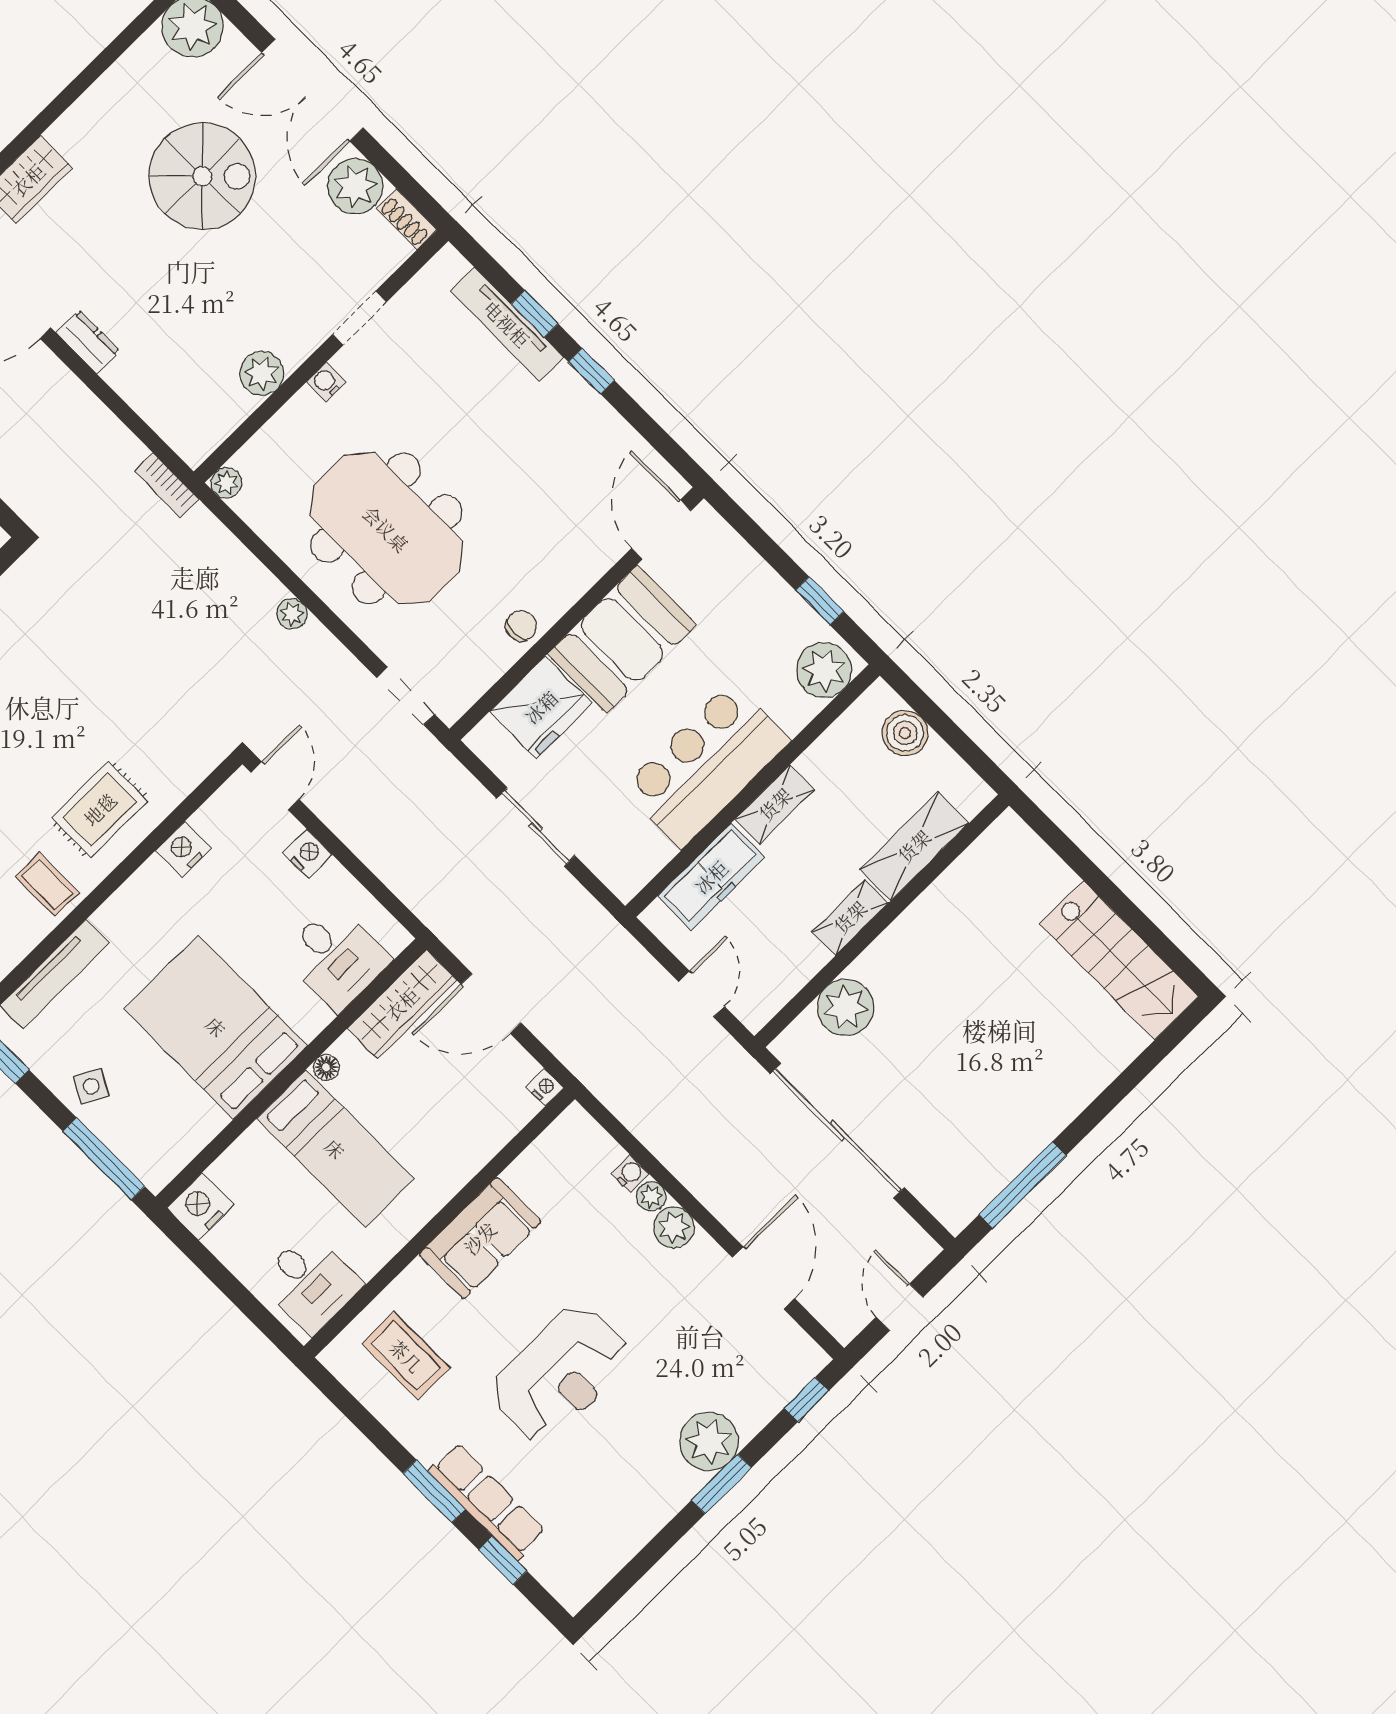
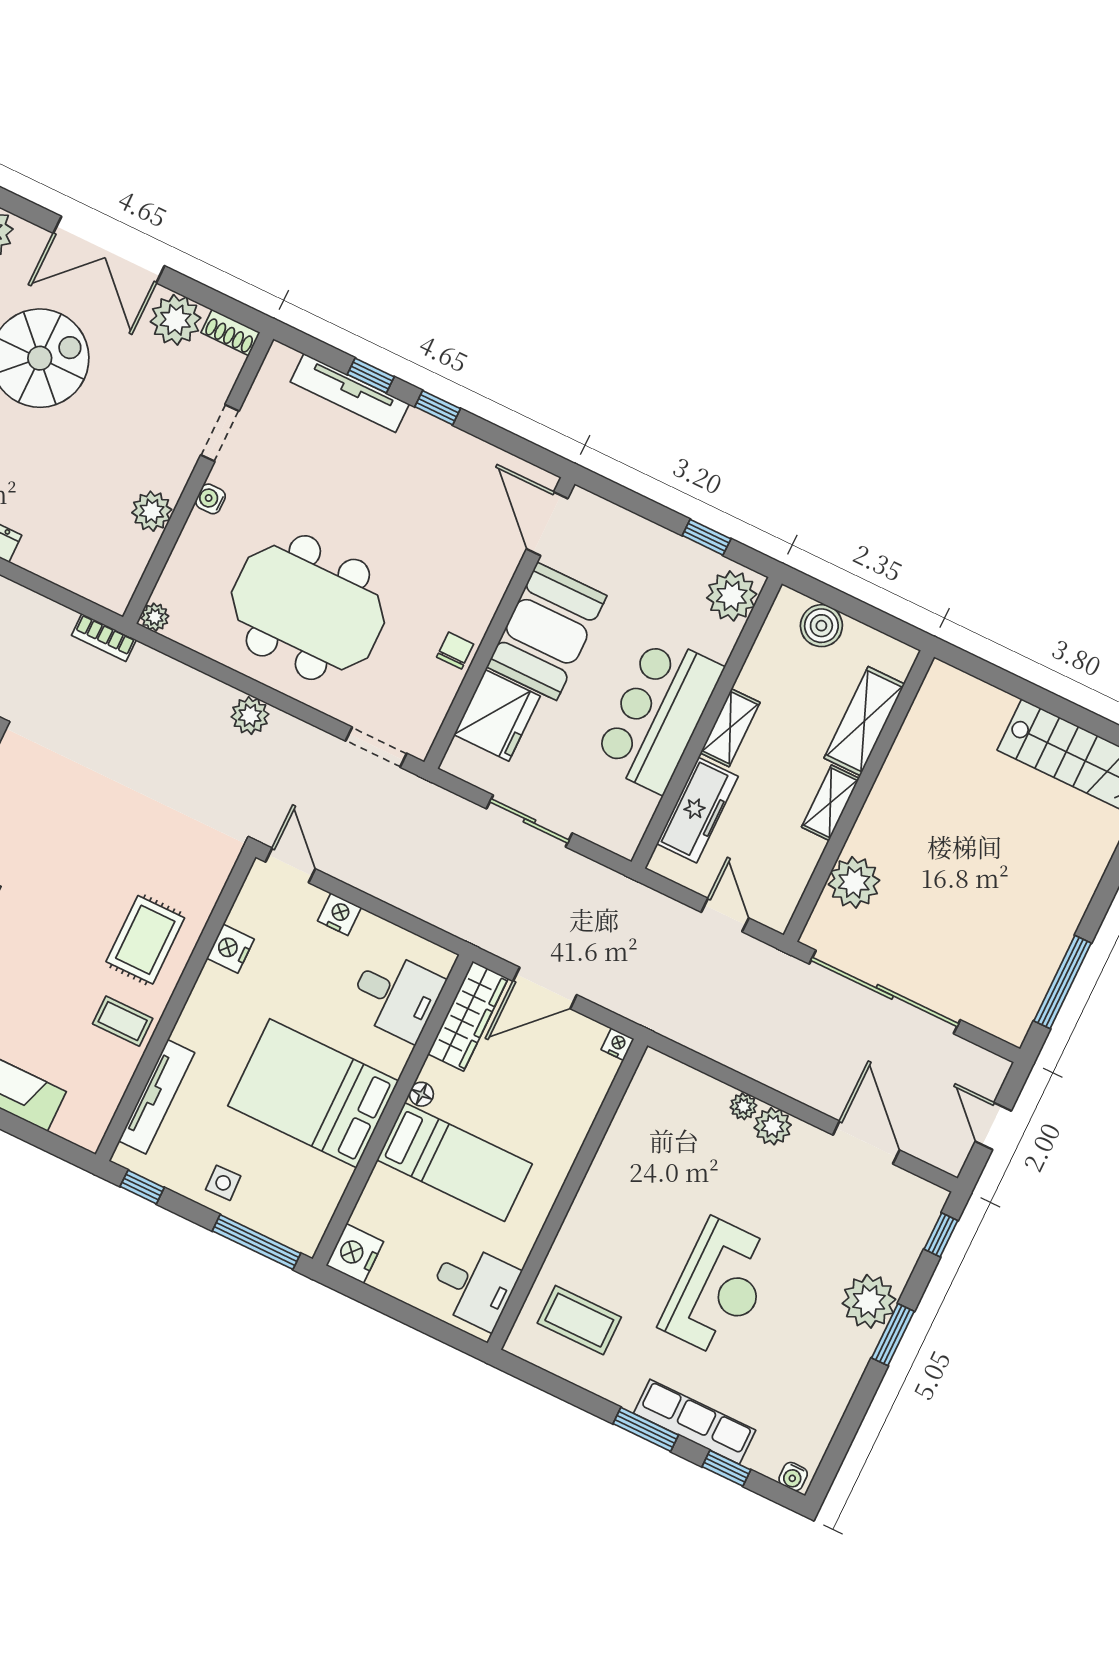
plant: (292, 614) -> (250, 716), width x1.38, depth x1.38
side table: (91, 1086) -> (223, 1183), turned -30
water cooler: (630, 1174) -> (793, 1477), moved, turned 180
sofa: (480, 1238) -> (608, 1195), removed

